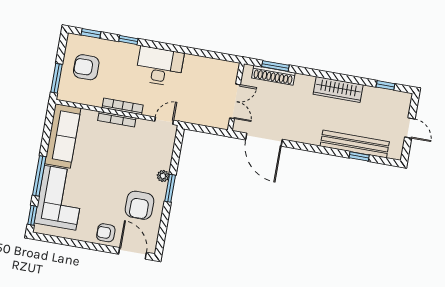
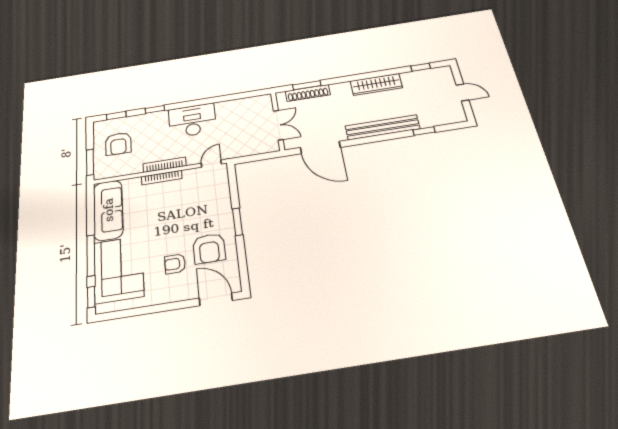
armchair: (86, 67) -> (118, 144), turned -90
bench: (355, 144) -> (382, 127), moved
plant: (163, 176) -> (226, 213), removed
armchair: (106, 233) -> (175, 264), moved

